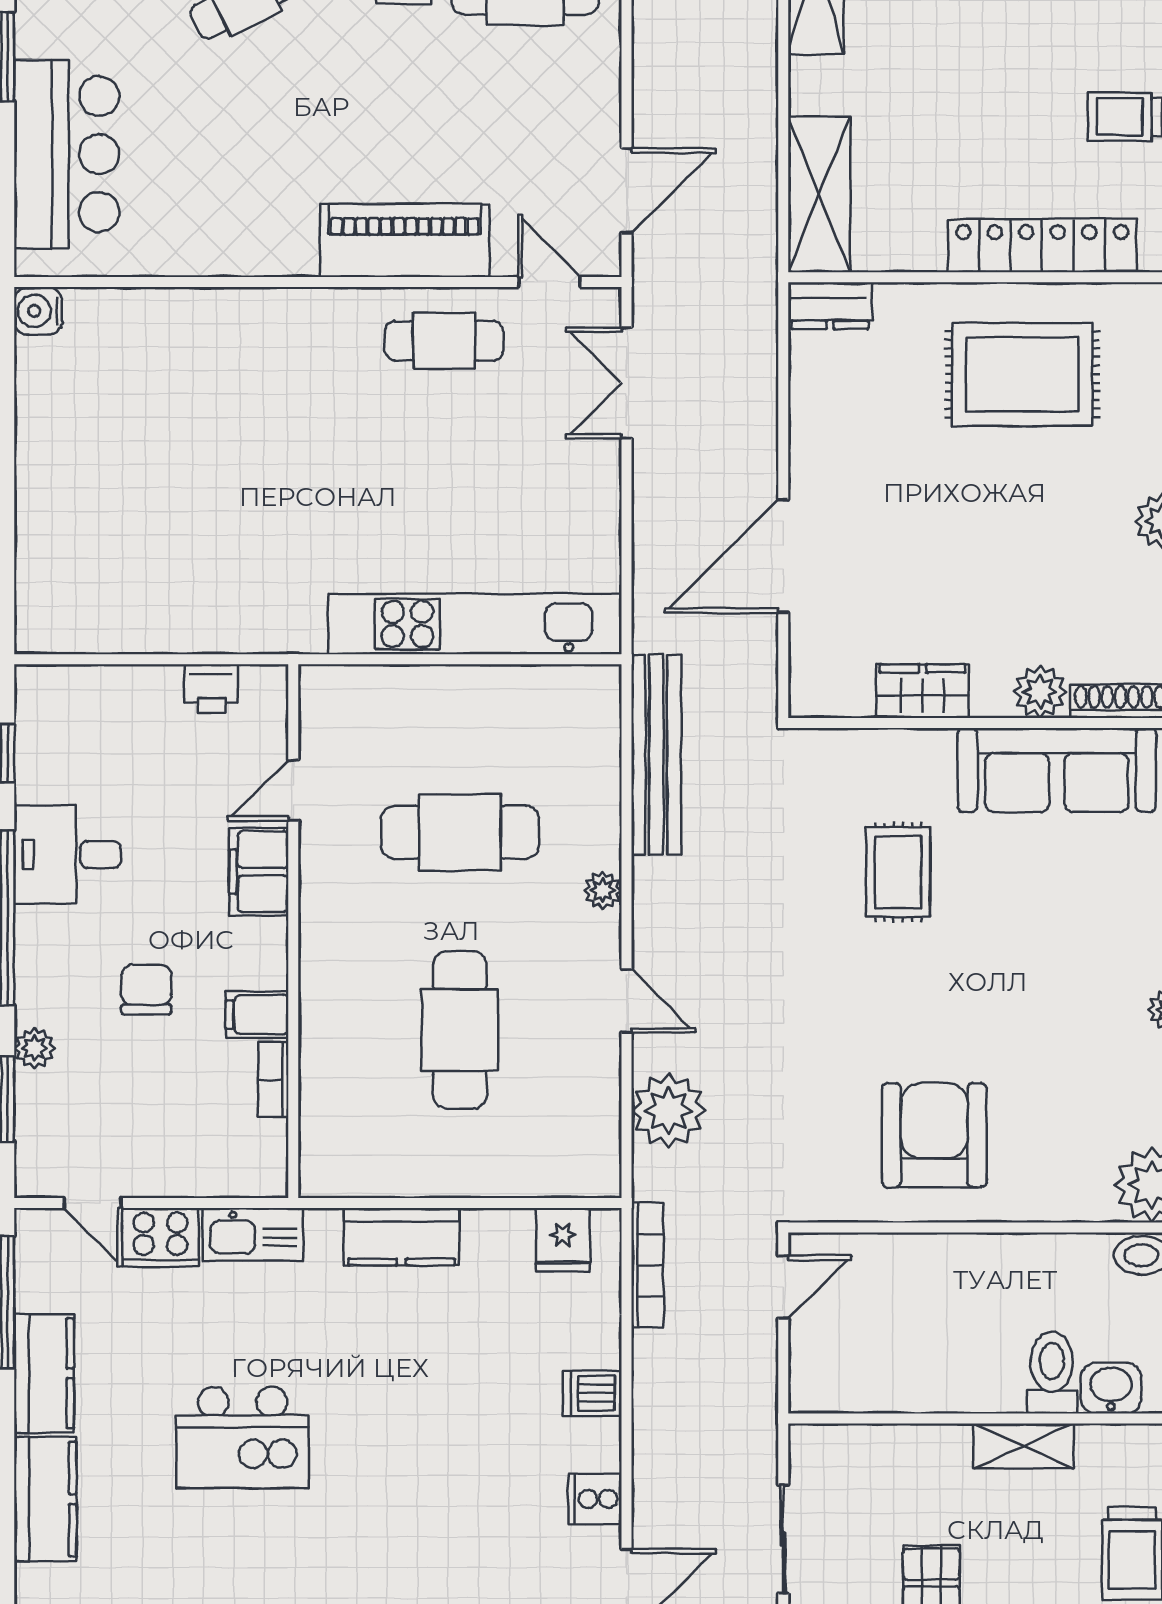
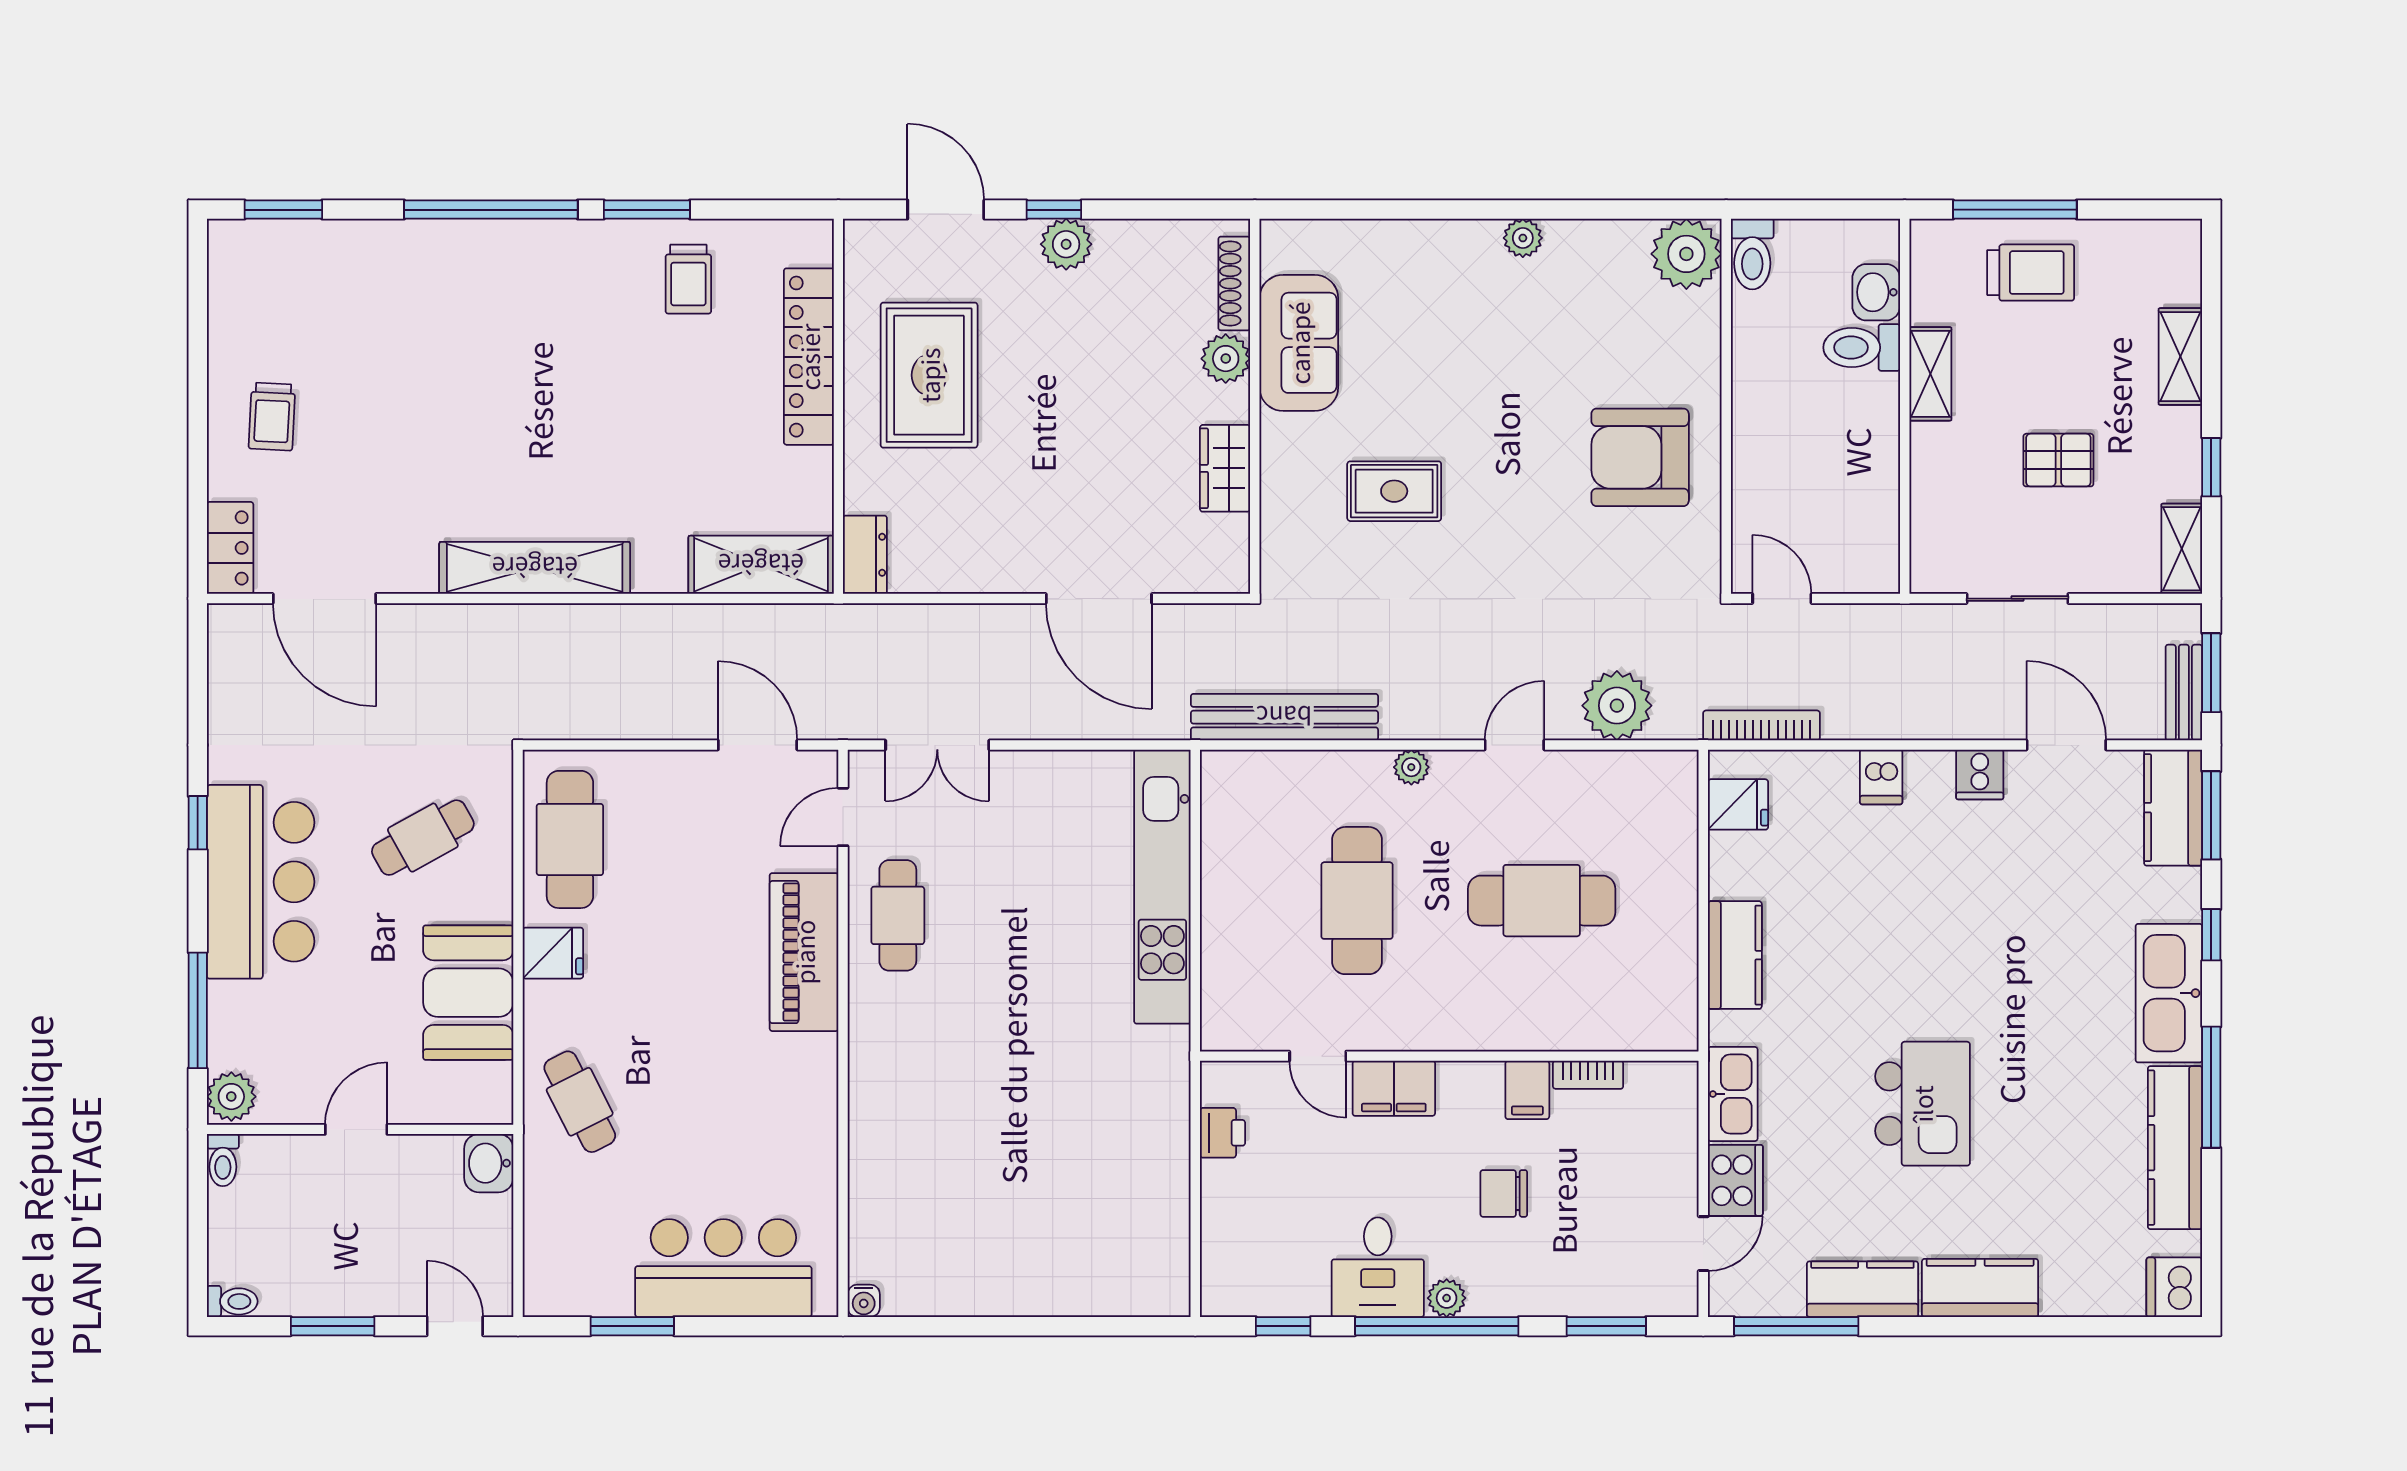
water cooler: (38, 311) -> (864, 1301), width x0.72, depth x0.72
sofa: (1057, 770) -> (1299, 343), width x0.73
plant: (34, 1048) -> (1447, 1298), moved

